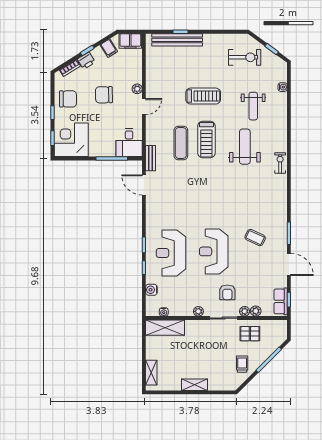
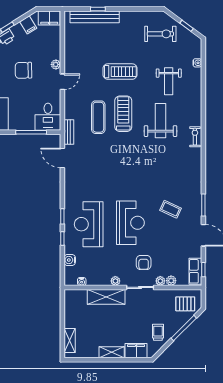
treadmill: (206, 139) -> (123, 114), turned 180
reception desk: (214, 251) -> (130, 223), turned 180
shelving: (165, 328) -> (106, 297), moved
pallet: (250, 334) -> (185, 304), moved
filing cabinet: (220, 383) -> (136, 351), added

